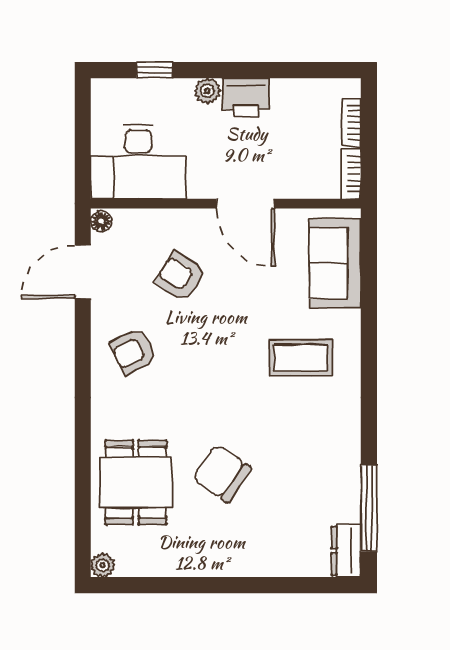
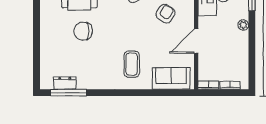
printer: (246, 97) -> (240, 41), removed
chair: (222, 473) -> (83, 31), turned -125
dresser: (346, 551) -> (65, 83), moved

